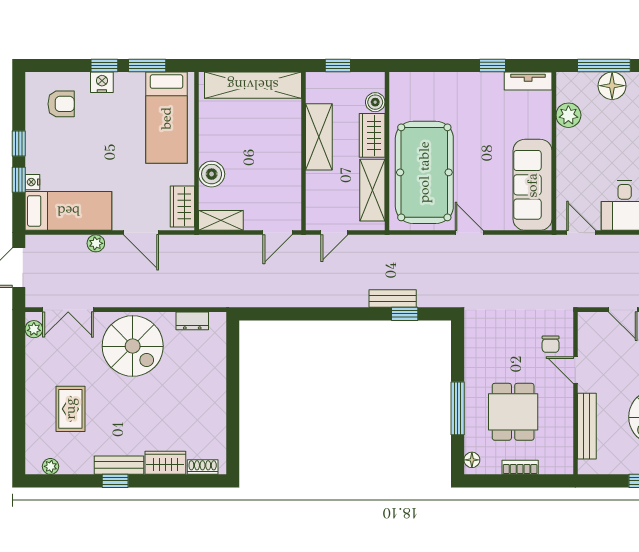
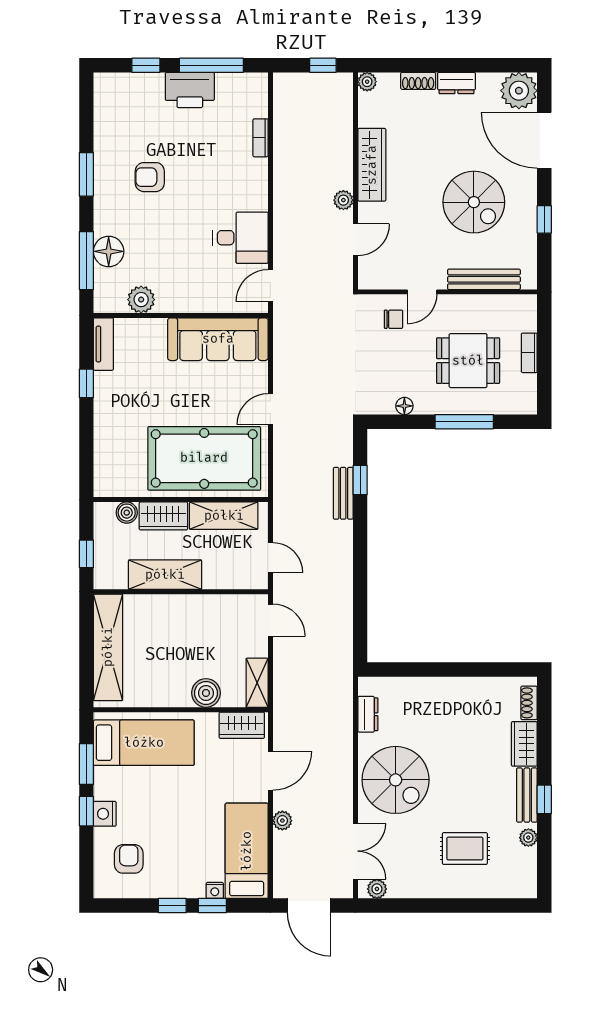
spiral stairs: (133, 346) -> (396, 780), turned 90
floor lamp: (472, 460) -> (404, 406), moved
plant: (50, 466) -> (528, 838), moved

